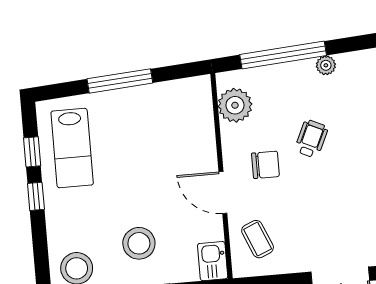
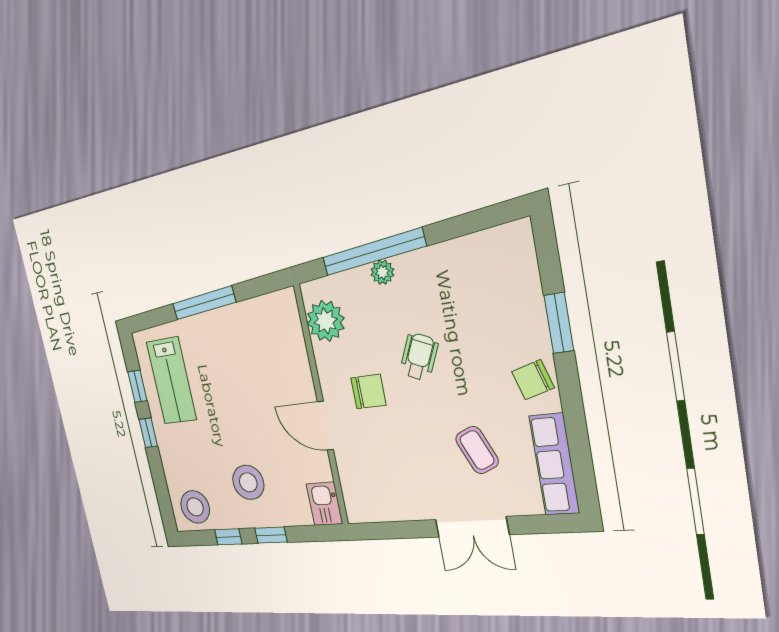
plant: (326, 65) -> (382, 272), moved
coffee table: (258, 239) -> (477, 450), moved

